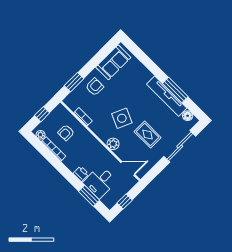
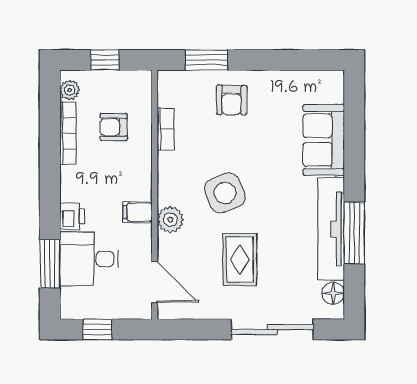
sofa: (113, 62) -> (324, 140), moved, turned 90
armchair: (95, 87) -> (232, 100), turned 91
side table: (122, 118) -> (225, 193), turned 45
filing cabinet: (100, 152) -> (138, 212), added

